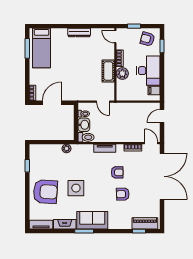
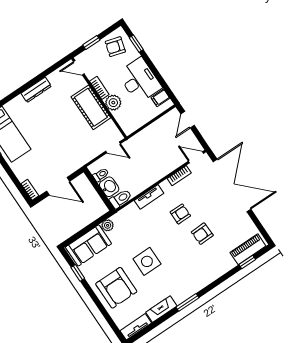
cot: (108, 71) -> (91, 107), width x1.37, depth x1.34
door: (52, 103) -> (58, 186), swing flipped
armchair: (45, 192) -> (116, 288), turned 86
sofa: (92, 220) -> (88, 245), moved, turned 180

